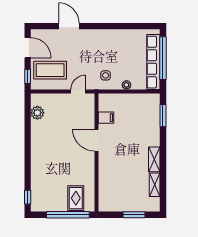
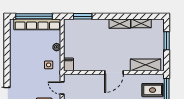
filing cabinet: (106, 118) -> (69, 64), moved
door: (97, 140) -> (114, 73), moved
shelving: (105, 190) -> (146, 65), added

